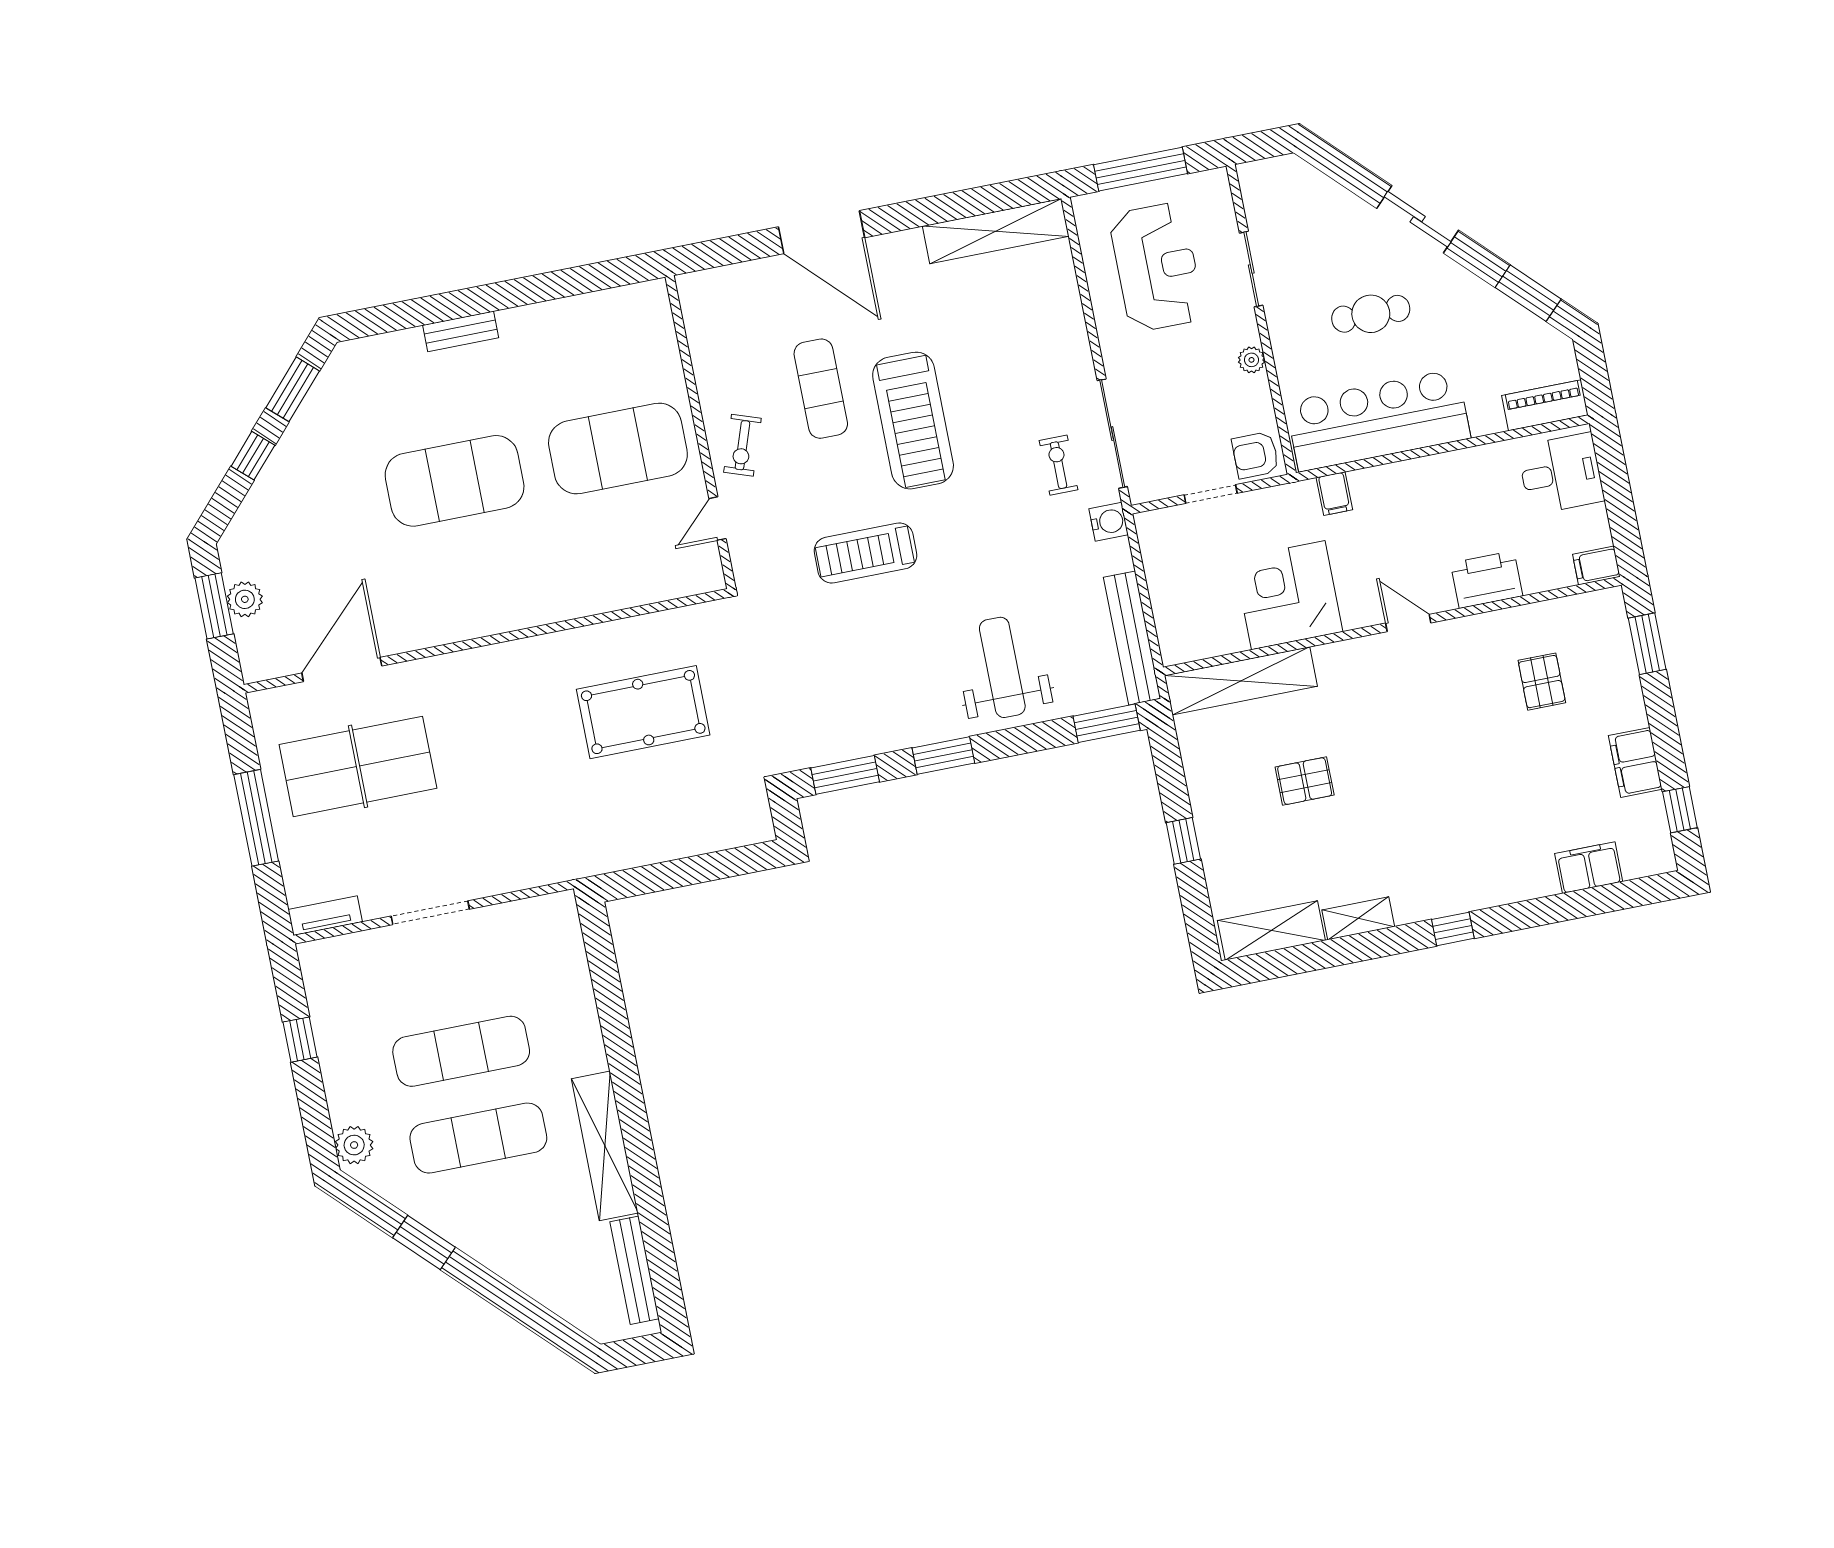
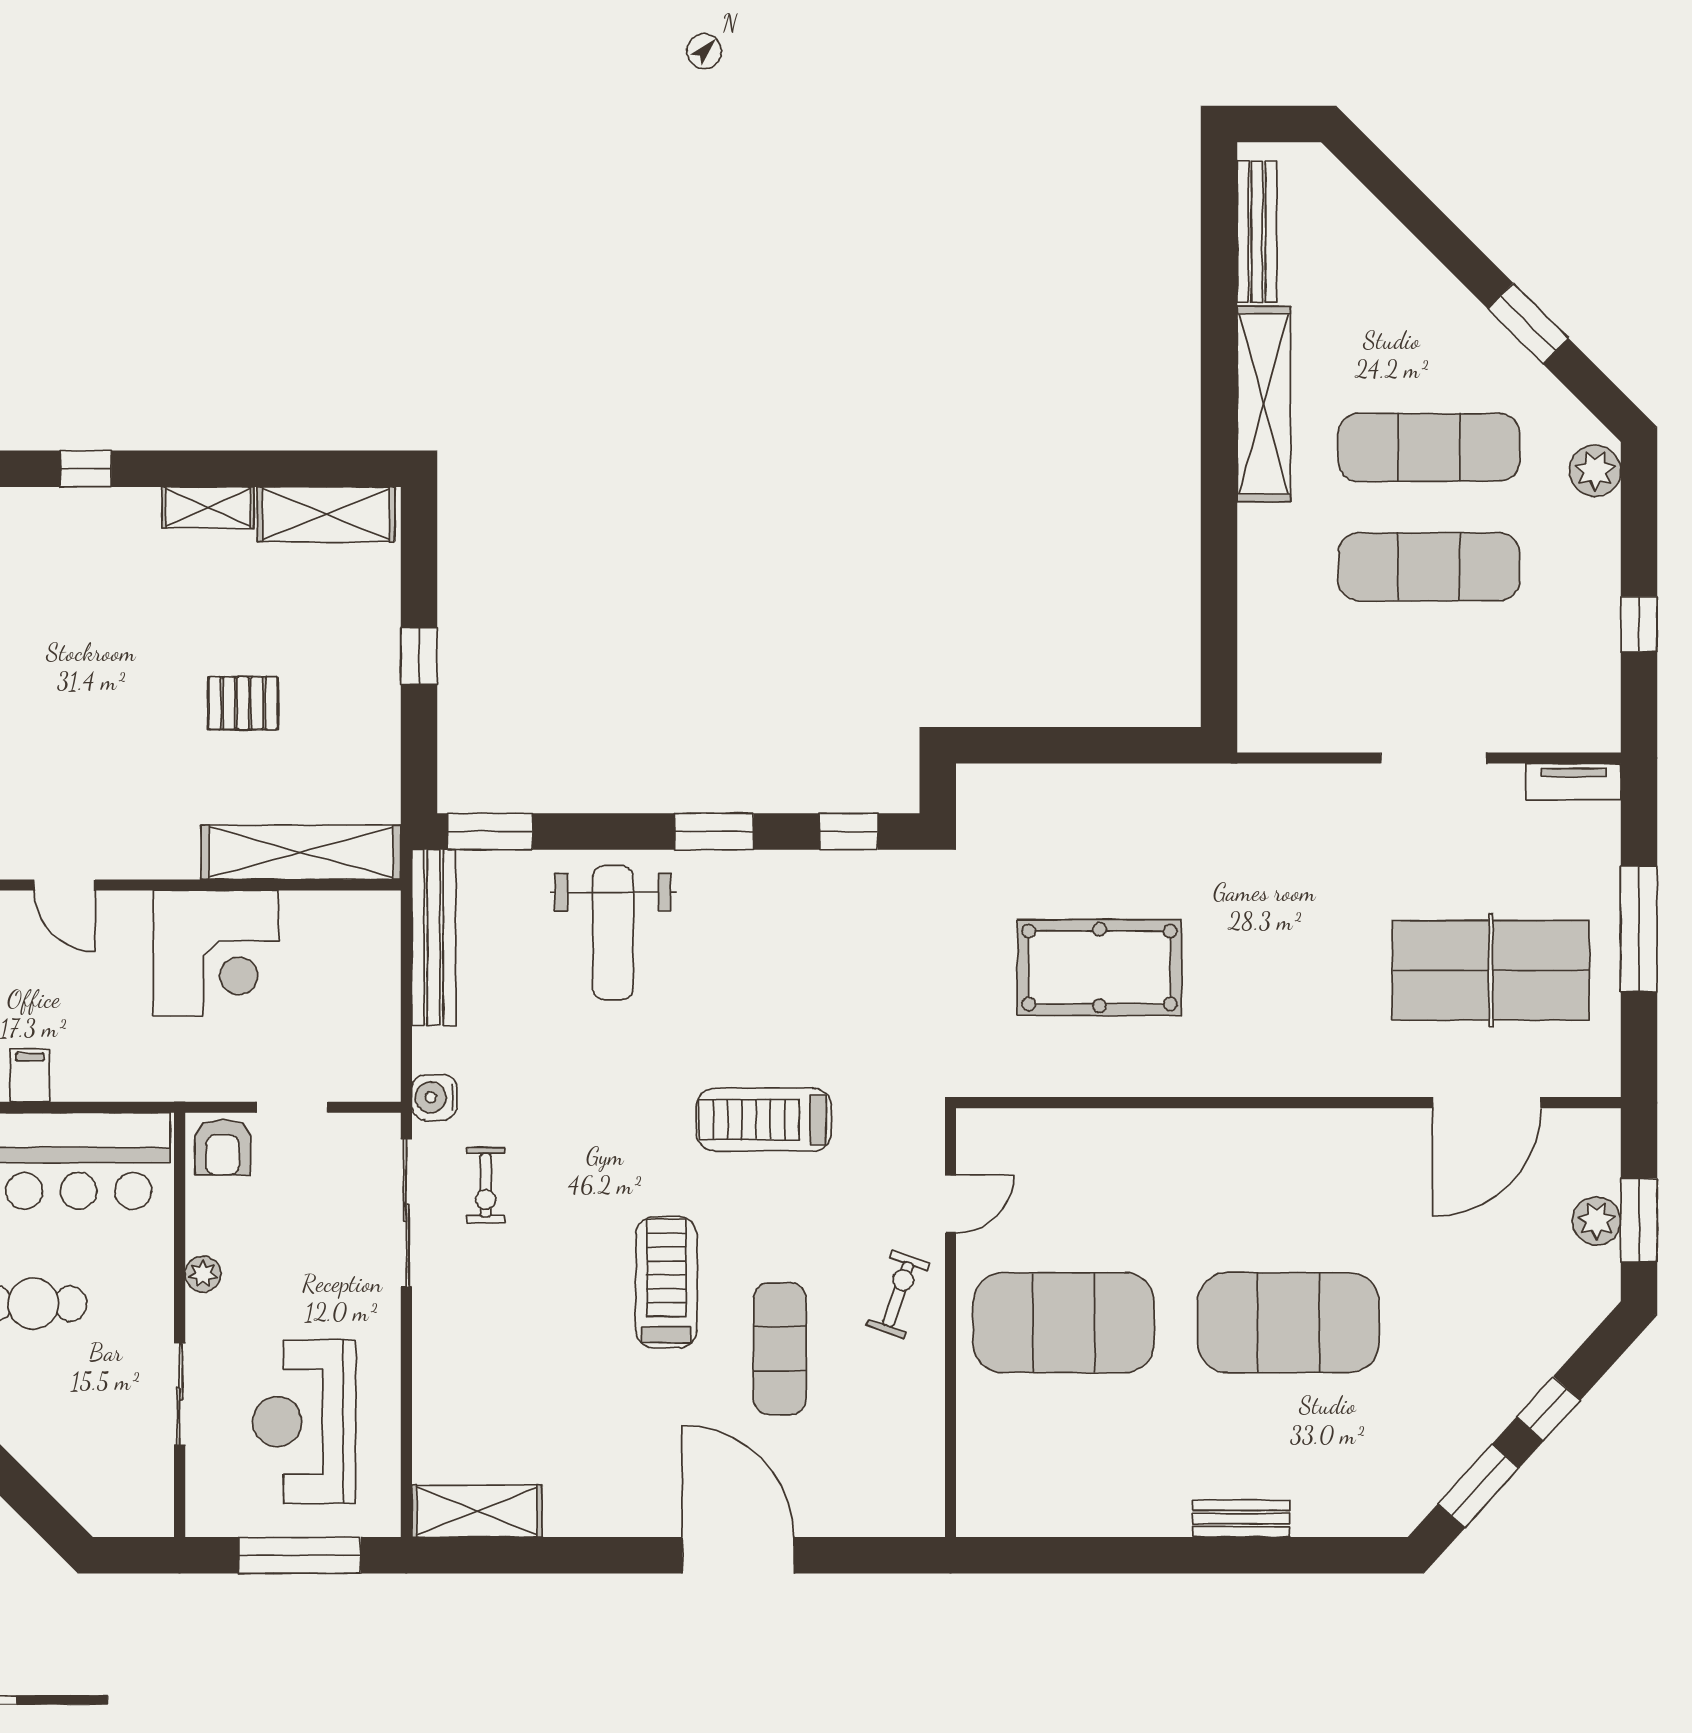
shelving: (996, 231) -> (477, 1511), width x0.68
treadmill: (913, 421) -> (666, 1282), width x0.73, depth x0.73
armchair: (1255, 455) -> (223, 1147), turned 90
filing cabinet: (1334, 494) -> (30, 1075), moved
treadmill: (866, 553) -> (764, 1120), turned 180
window: (845, 775) -> (849, 831), width x0.67

